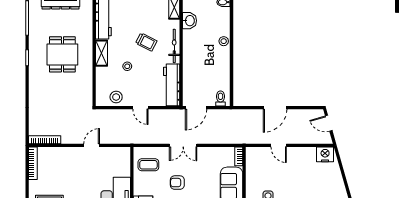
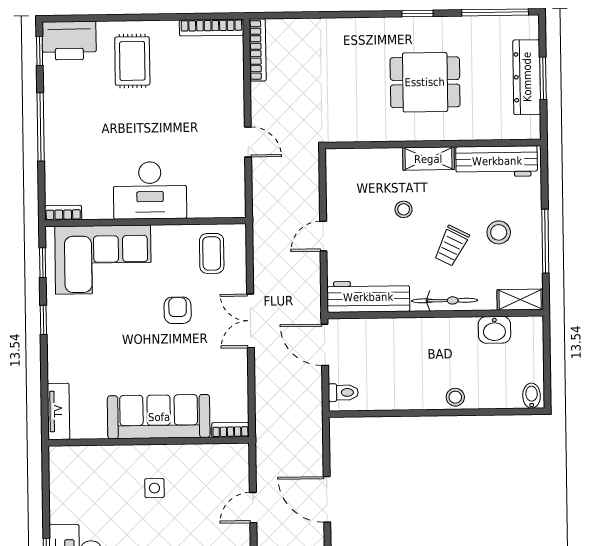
stool: (116, 97) -> (499, 232), moved

